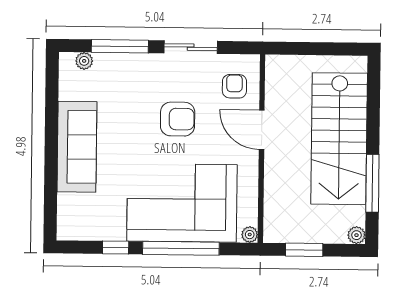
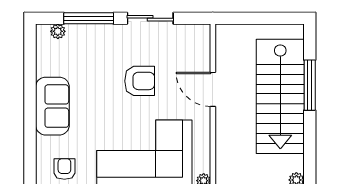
armchair: (234, 86) -> (64, 169), moved
sofa: (77, 147) -> (52, 106), width x0.73
window: (372, 183) -> (310, 85), moved

